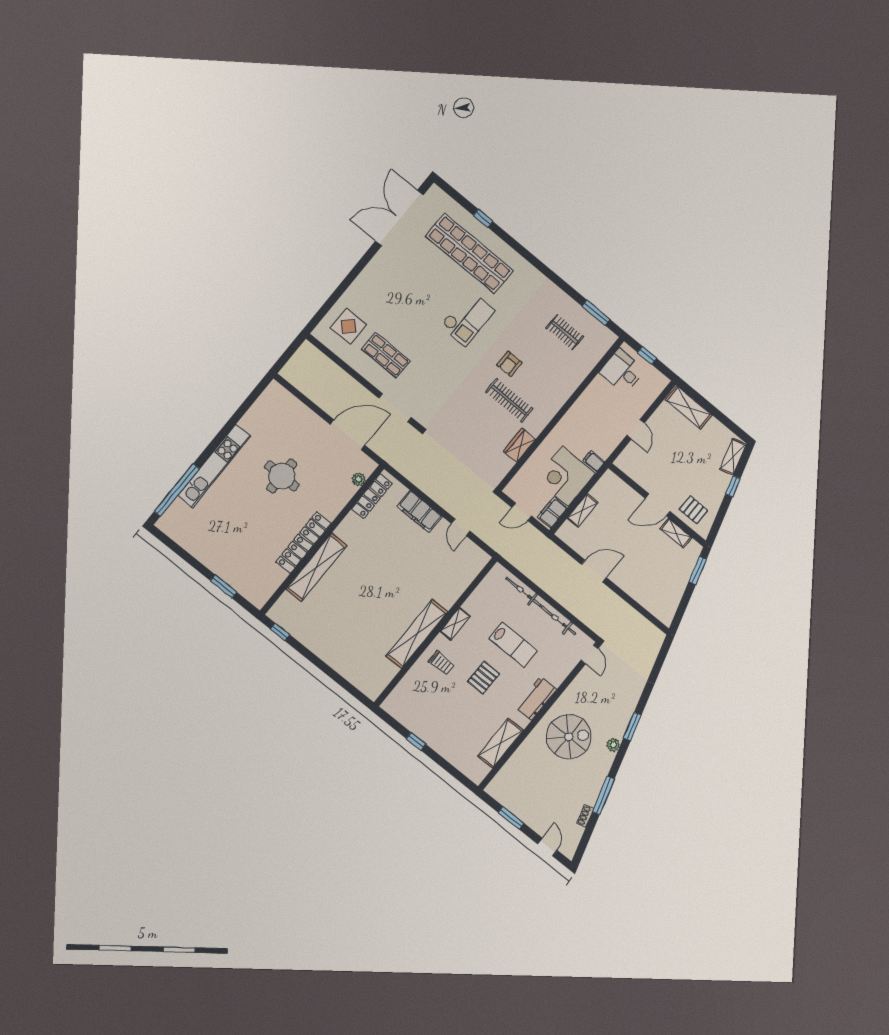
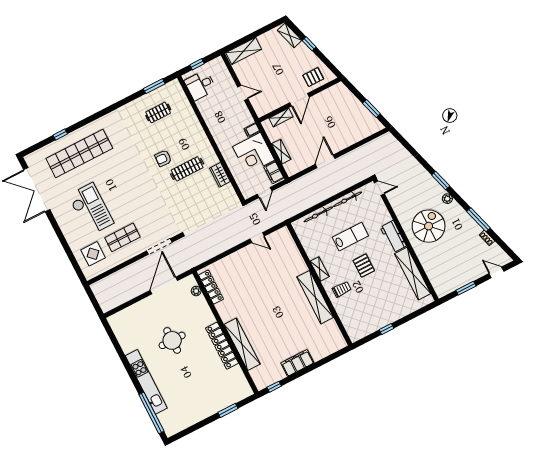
checkout: (468, 318) -> (91, 209), moved, width x1.36, depth x1.21
armchair: (509, 364) -> (163, 158), turned 93
filing cabinet: (419, 512) -> (297, 363), moved, turned 180
shelving: (676, 533) -> (281, 117), moved
window: (698, 571) -> (371, 109), moved
shelving: (500, 743) -> (413, 274), width x1.47

